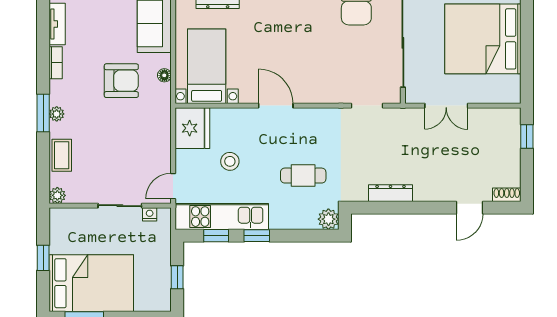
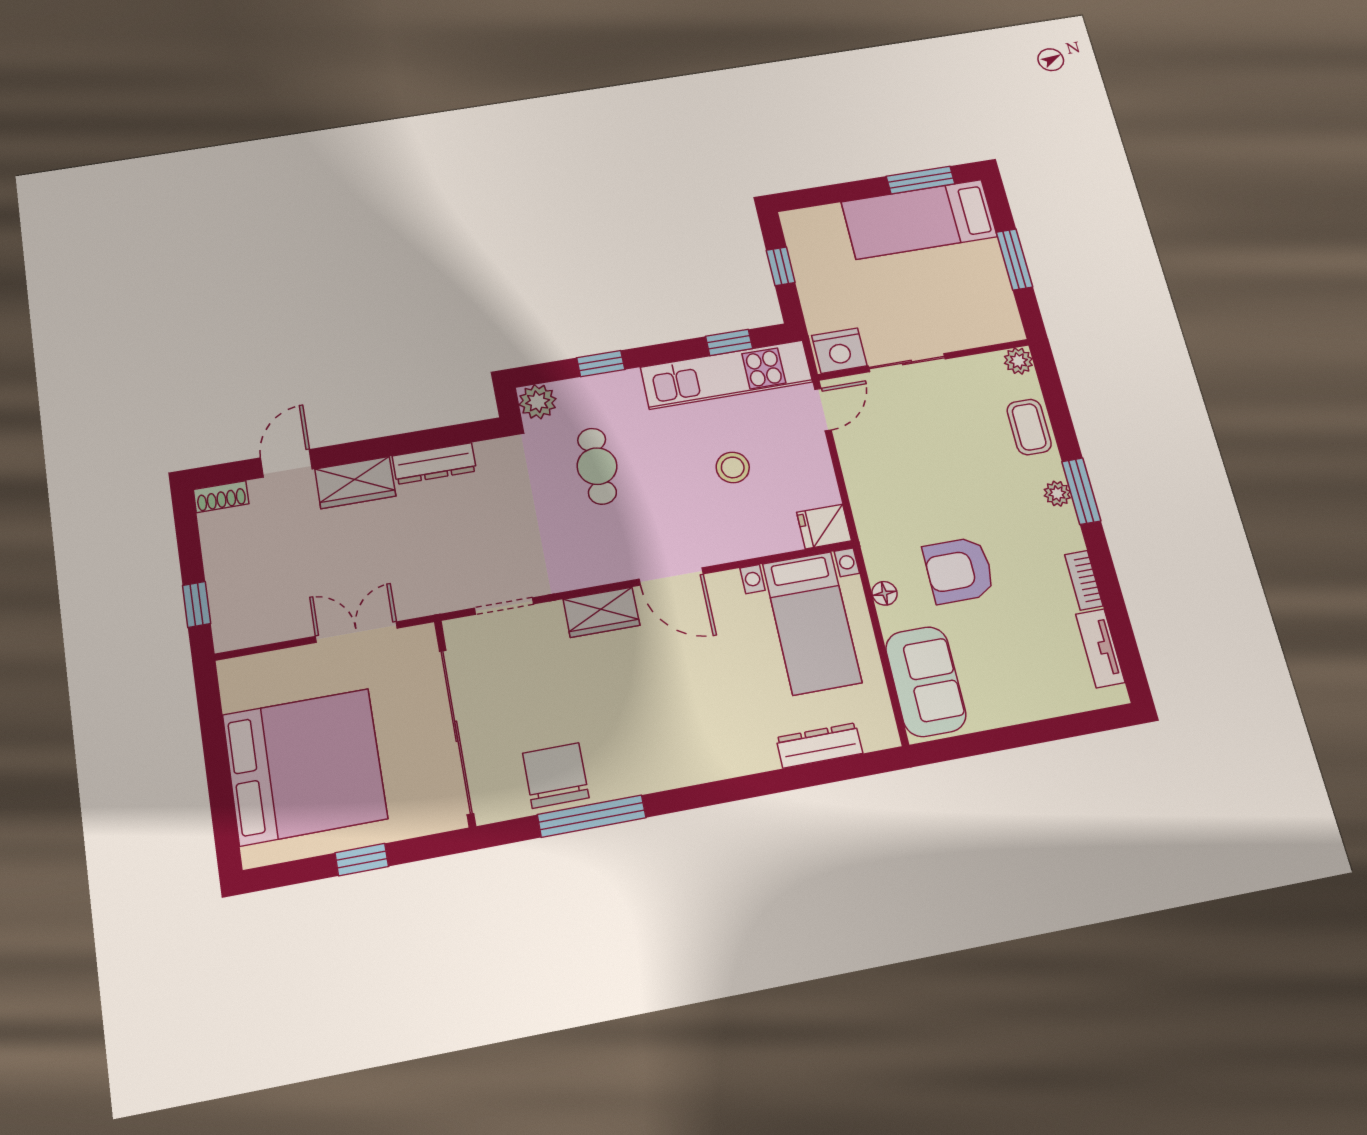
wardrobe: (316, 93) -> (601, 612), added
fridge: (192, 128) -> (824, 527), width x0.53, depth x0.75
cafe table: (303, 176) -> (597, 466), turned 90
wardrobe: (434, 190) -> (355, 483), added
nightstand: (150, 214) -> (839, 351), width x1.89, depth x1.79
window: (257, 236) -> (601, 364), moved
window: (43, 258) -> (1014, 259), width x1.50
bed: (91, 283) -> (919, 219), width x0.67

